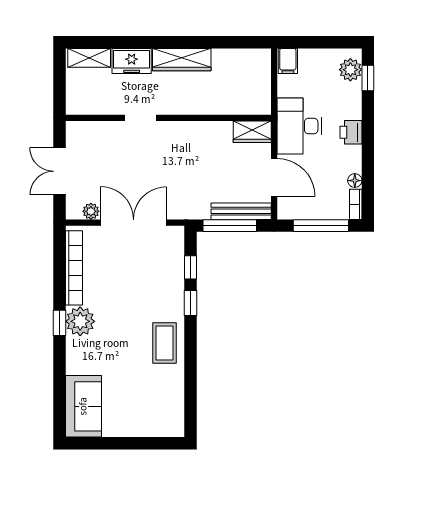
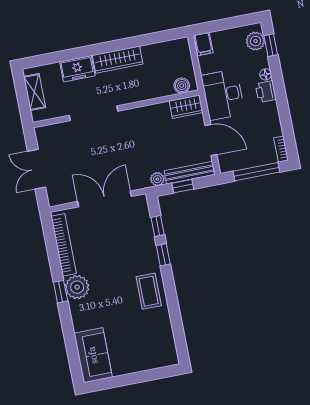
shelving: (89, 58) -> (35, 92), moved, turned 90
boiler: (252, 105) -> (182, 86), added
doorway: (140, 118) -> (93, 113), width x1.88
floor lamp: (355, 181) -> (266, 74), moved
plant: (91, 211) -> (157, 179), moved
window: (230, 226) -> (183, 186), width x0.46

